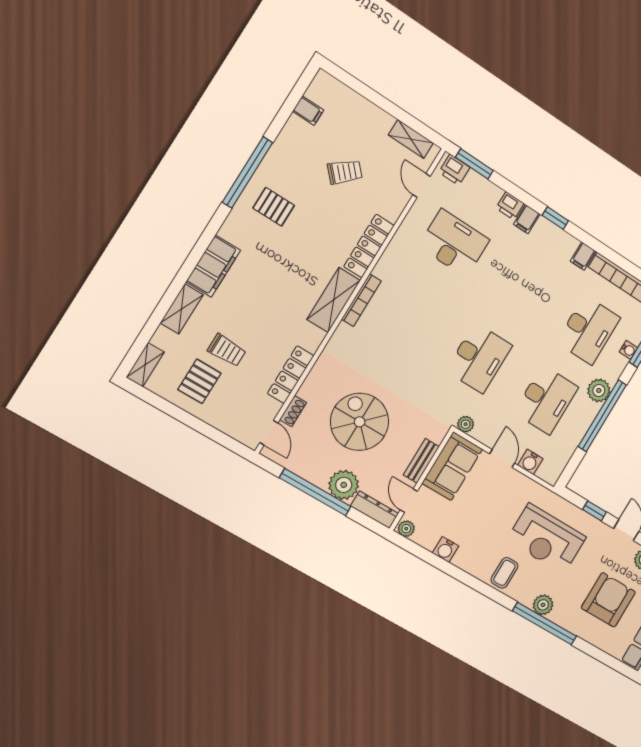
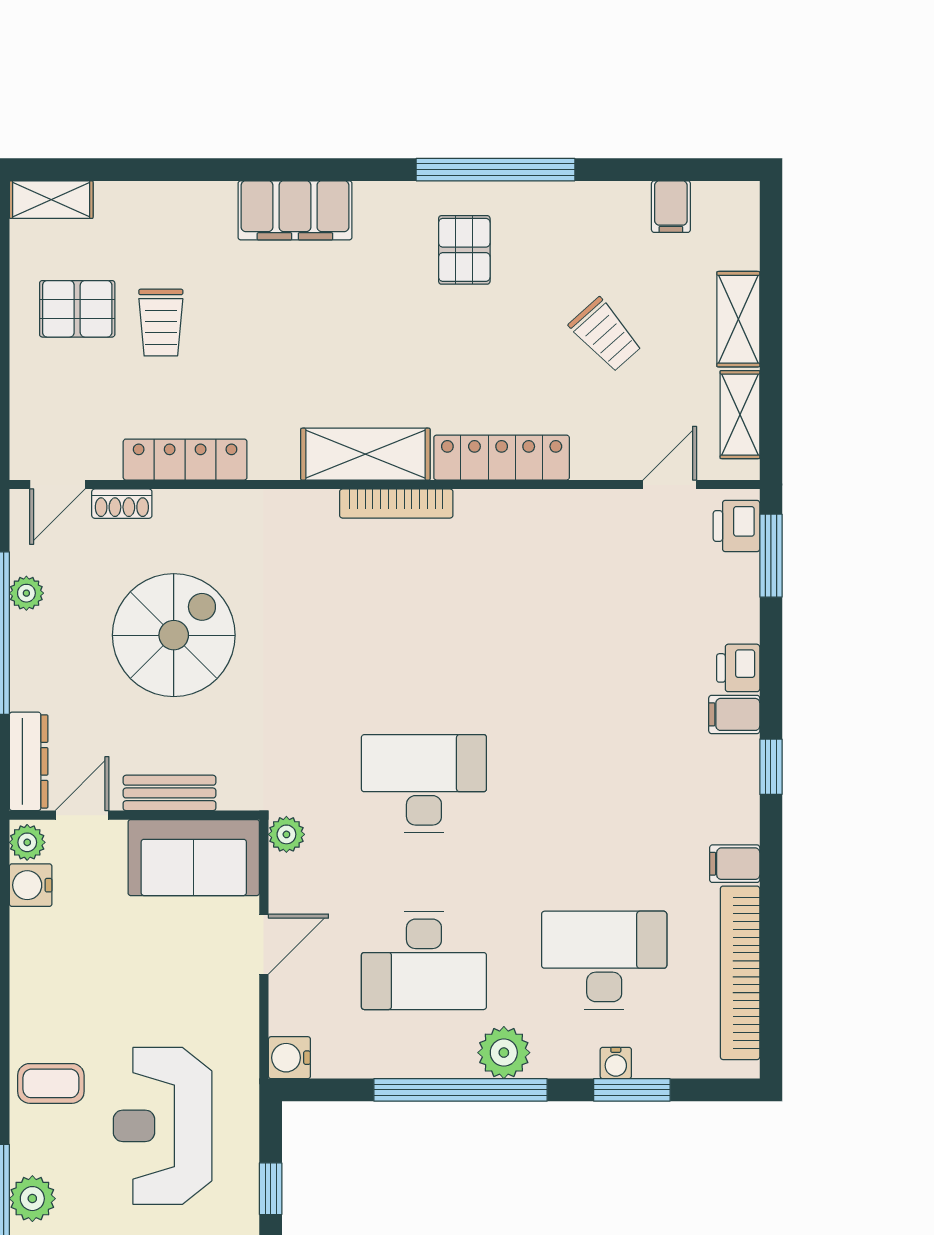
desk: (454, 243) -> (604, 607), removed
shelving: (182, 309) -> (738, 319), moved, turned 90
desk: (588, 330) -> (604, 960), turned 180
desk: (479, 358) -> (424, 784), turned 180
water cooler: (530, 462) -> (289, 1058), moved
plant: (344, 485) -> (26, 593), moved, width x0.53, depth x0.53
water cooler: (446, 550) -> (31, 885), moved

